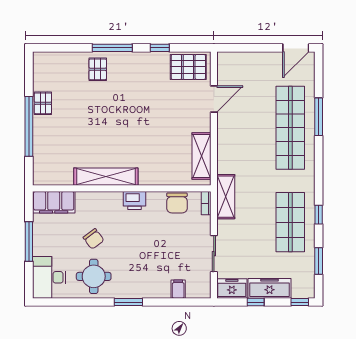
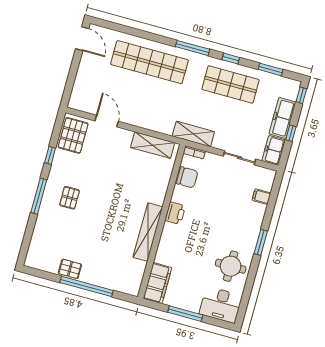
pallet: (98, 69) -> (70, 198), moved, turned 90
window: (319, 117) -> (193, 48), moved
chair: (94, 239) -> (198, 257), removed

